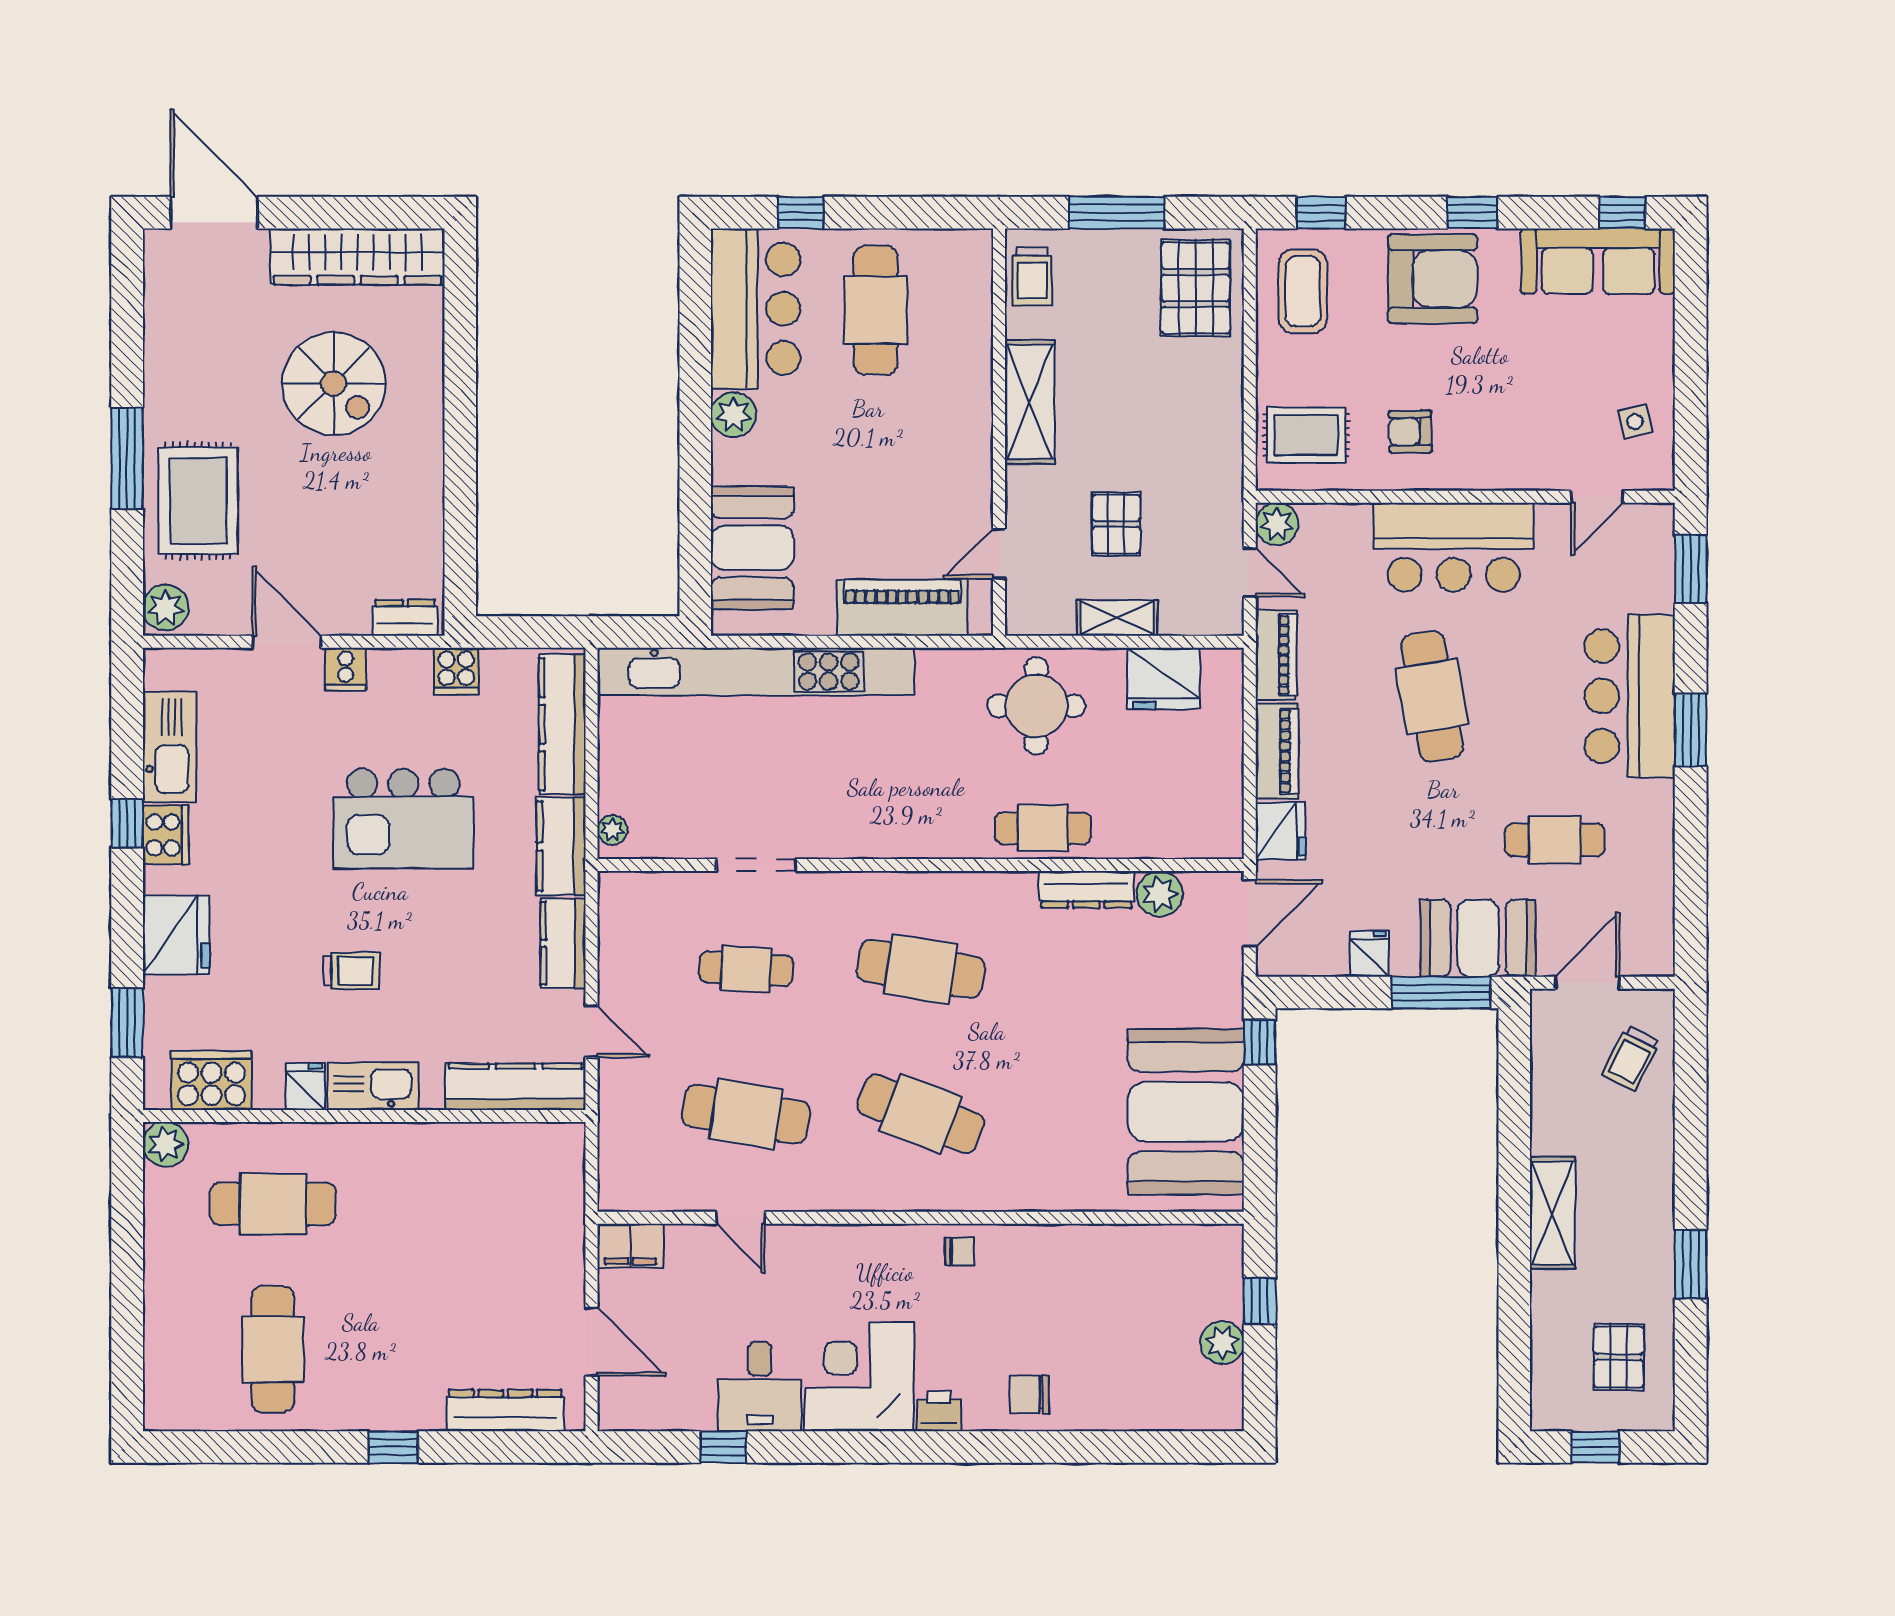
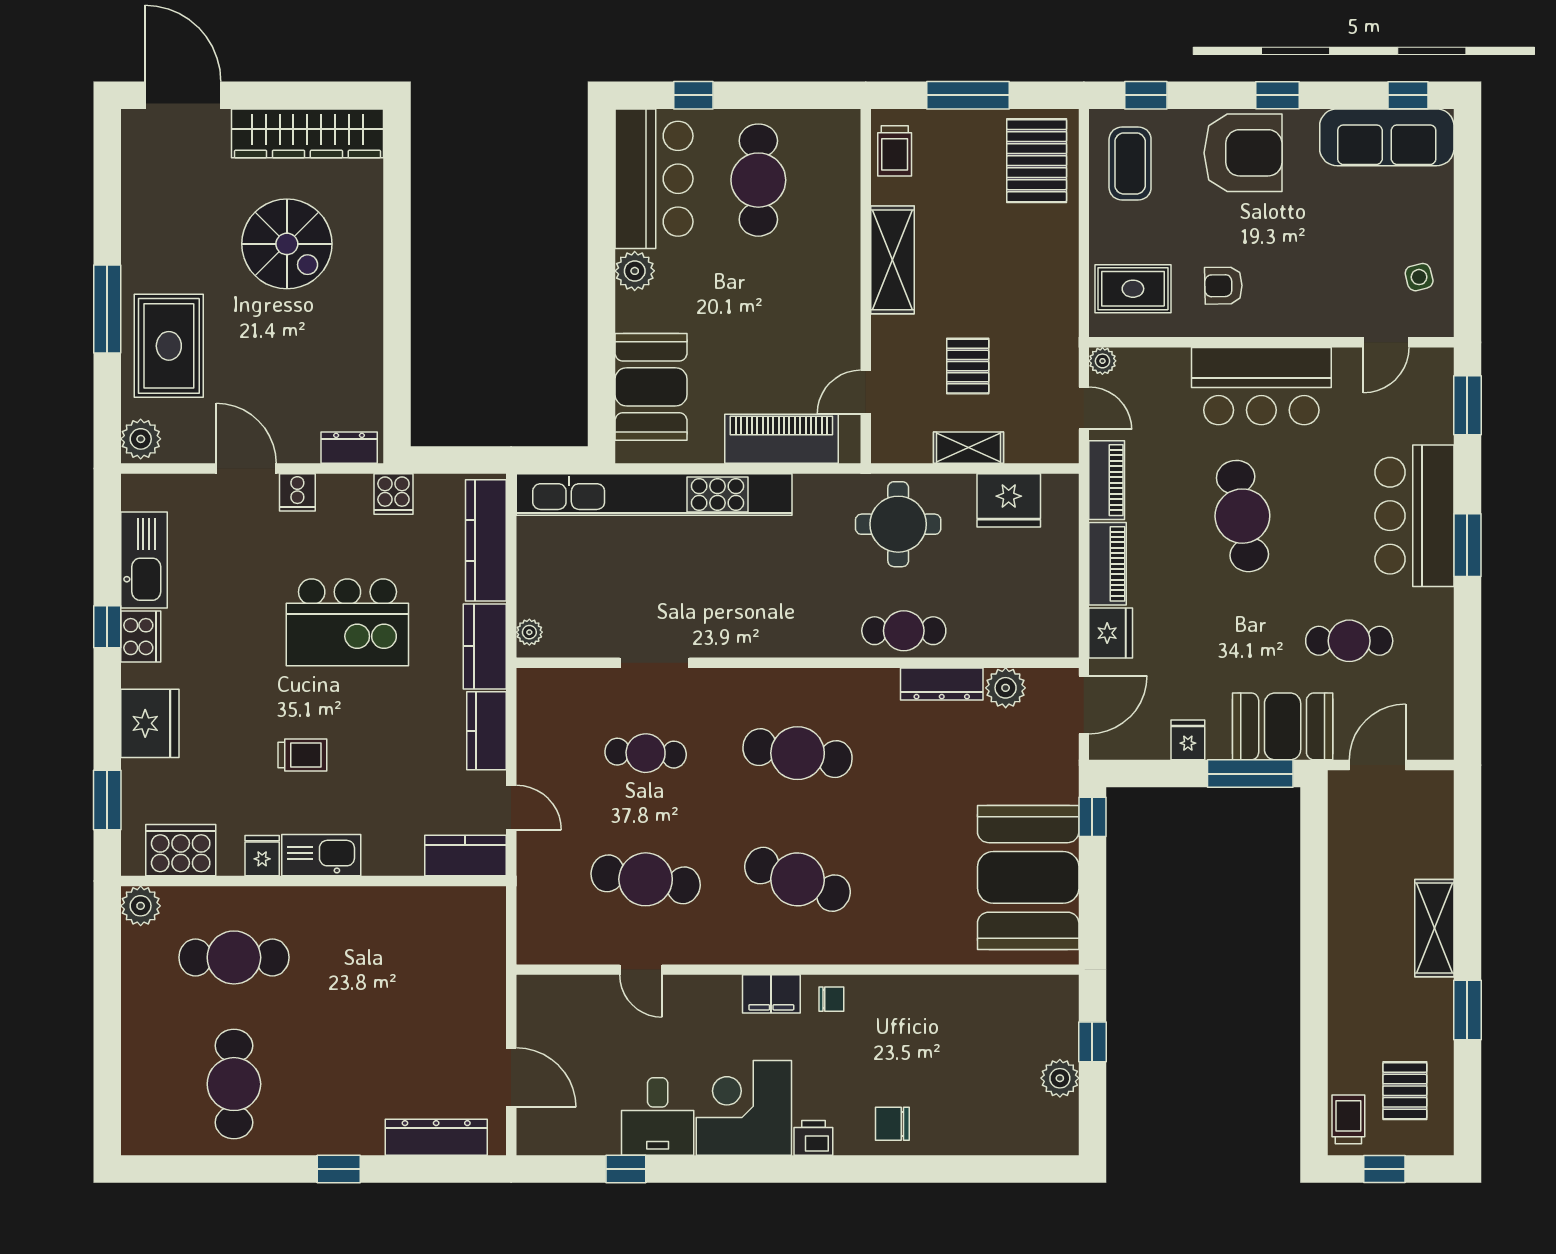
plant: (1277, 524) -> (1102, 361), width x0.73, depth x0.73
trolley: (1631, 1058) -> (1348, 1119), moved, turned 153
kitchen counter: (516, 1087) -> (465, 856), width x0.67
shelving: (1552, 1213) -> (1434, 928), moved
filing cabinet: (630, 1246) -> (771, 994), moved

